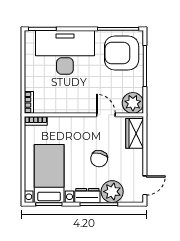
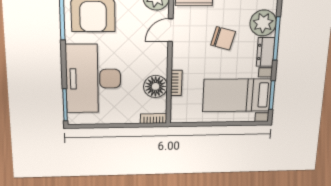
floor lamp: (58, 104) -> (156, 86), added
bookcase: (36, 121) -> (176, 83), moved

